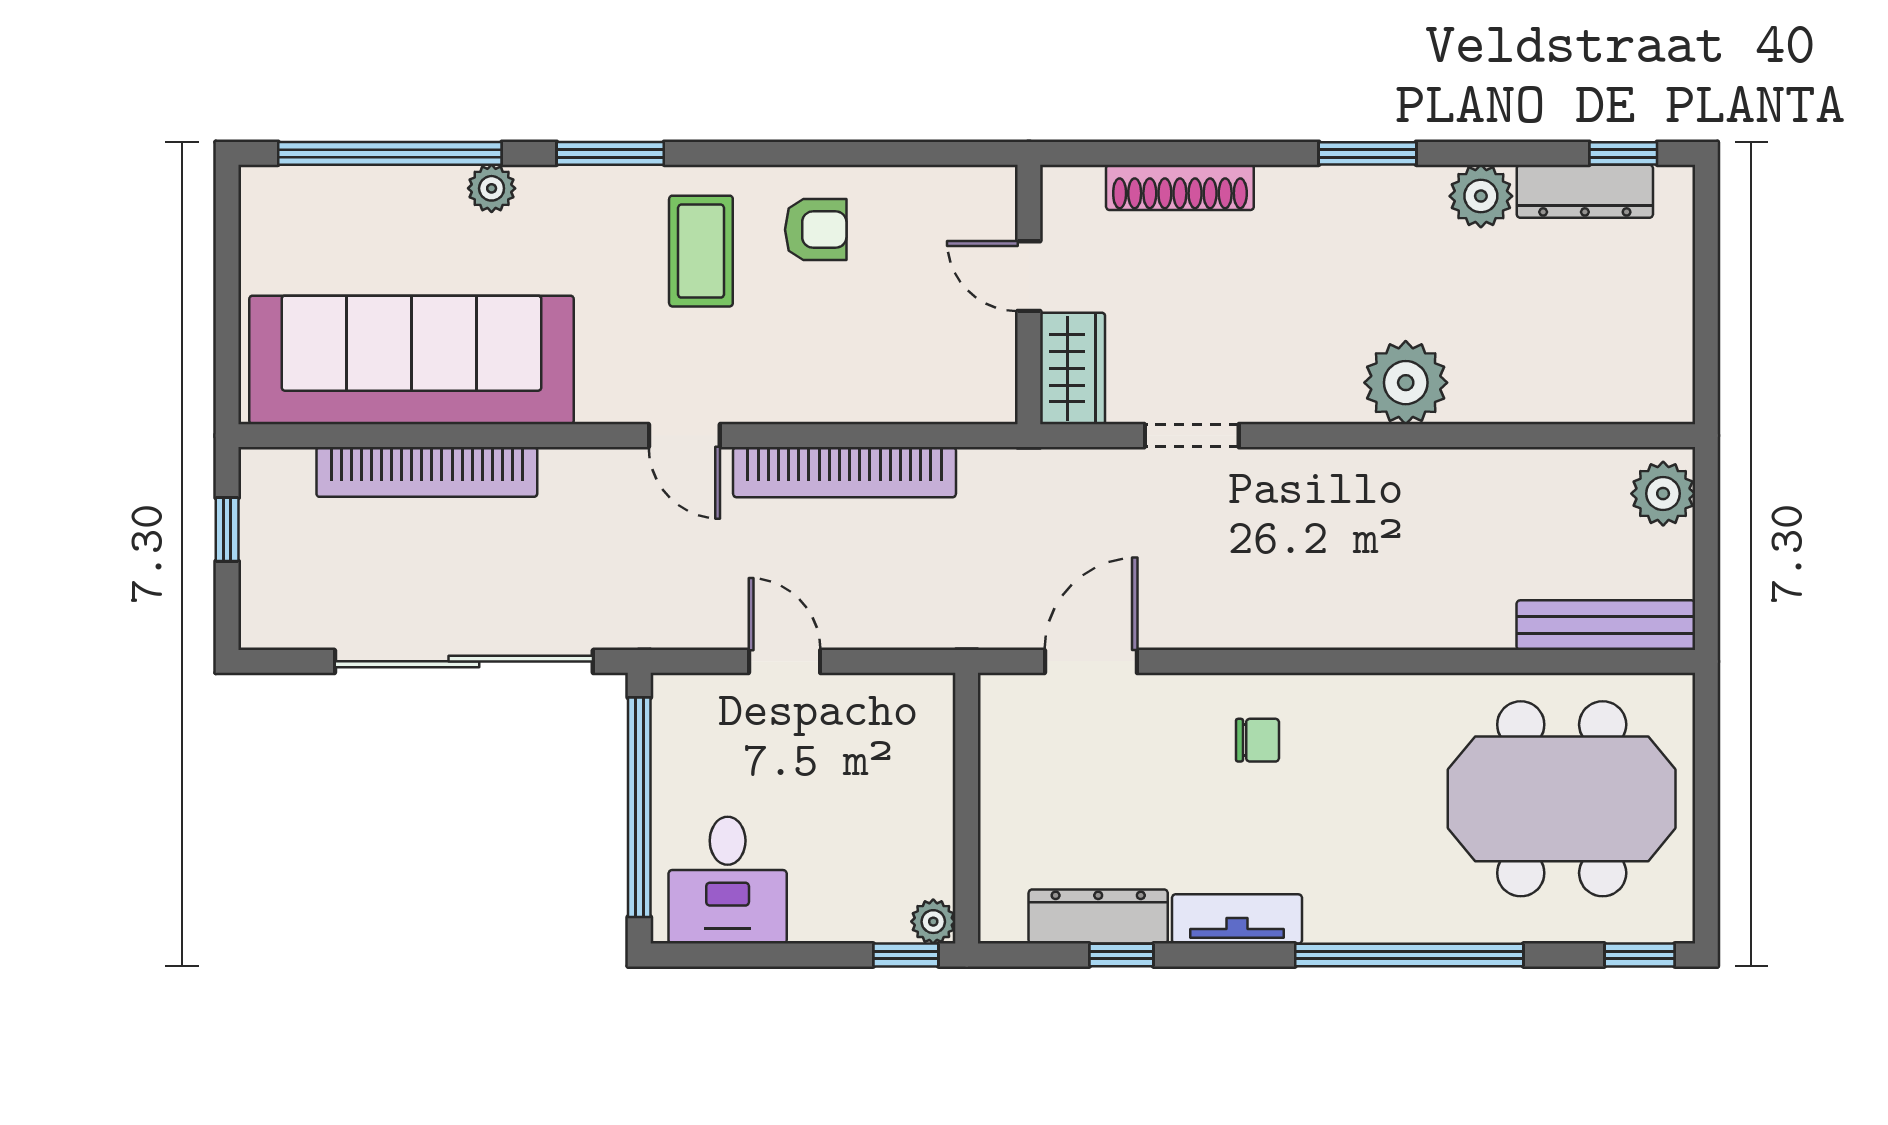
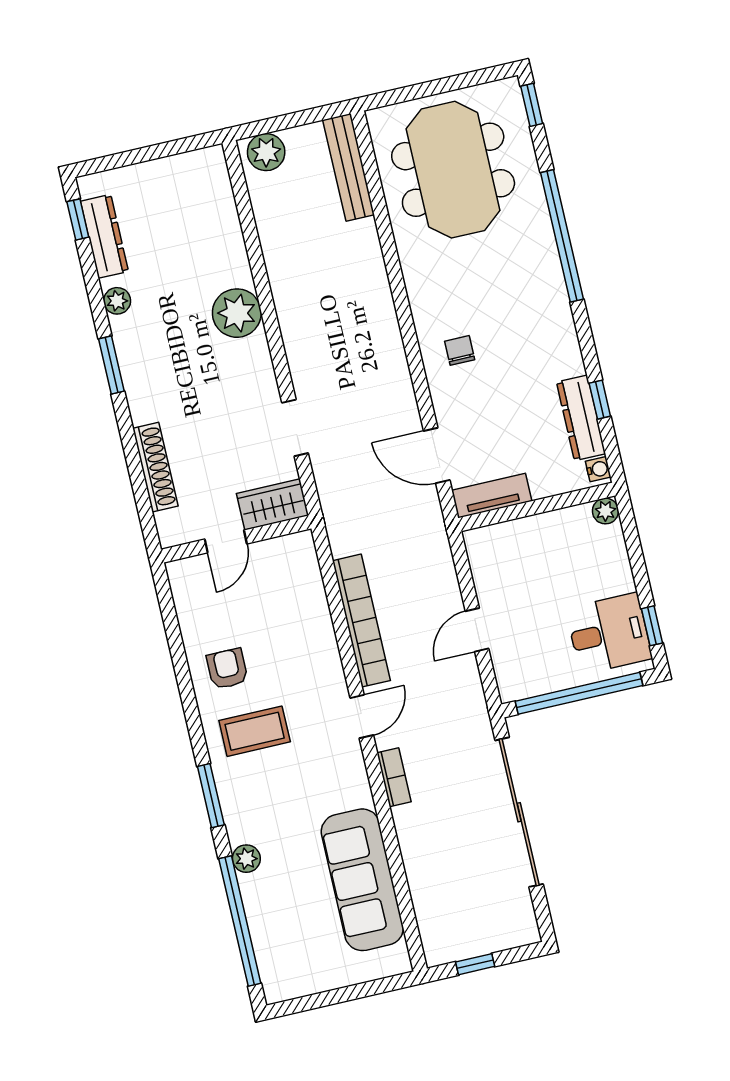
plant: (1481, 196) -> (117, 301), width x0.73, depth x0.73
sofa: (411, 360) -> (362, 880), width x0.74, depth x0.79
bookcase: (427, 472) -> (394, 777), moved, width x0.43, depth x0.76
tv unit: (1237, 919) -> (492, 496), moved, turned 90
water cooler: (1006, 925) -> (598, 469), added
window: (906, 955) -> (652, 626), moved

